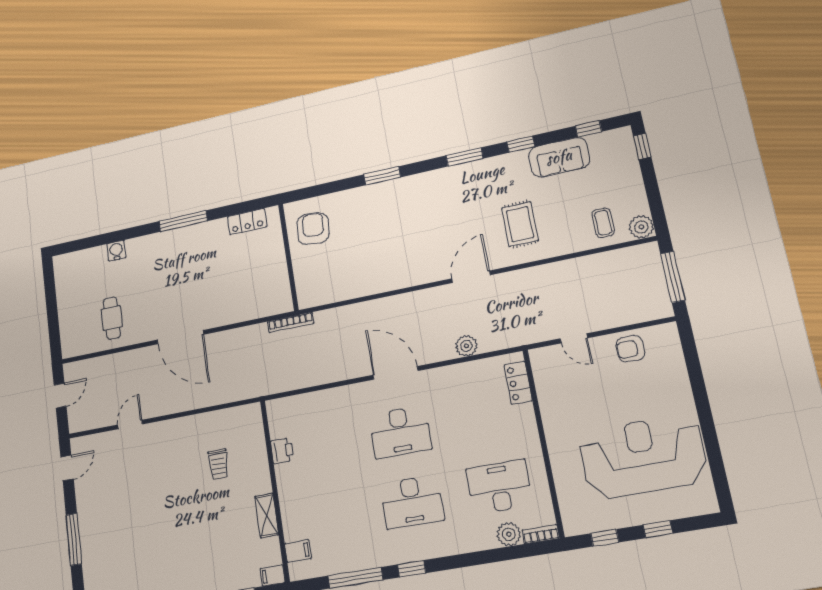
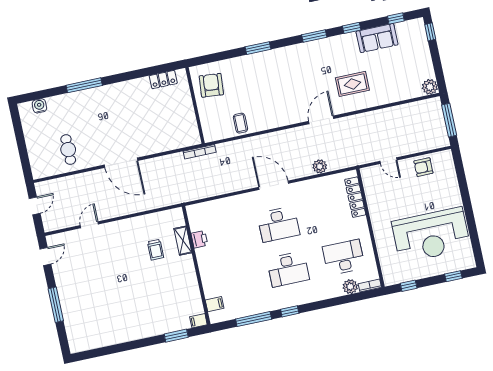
window: (183, 221) -> (84, 85), moved
coffee table: (603, 223) -> (240, 123), moved
rug: (520, 224) -> (352, 84), turned 90
water cooler: (116, 251) -> (39, 106), moved
locker: (518, 383) -> (355, 197), width x1.53
reception desk: (643, 457) -> (431, 235), turned 180
shelving: (267, 515) -> (183, 241), moved
window: (658, 529) -> (453, 276), moved

